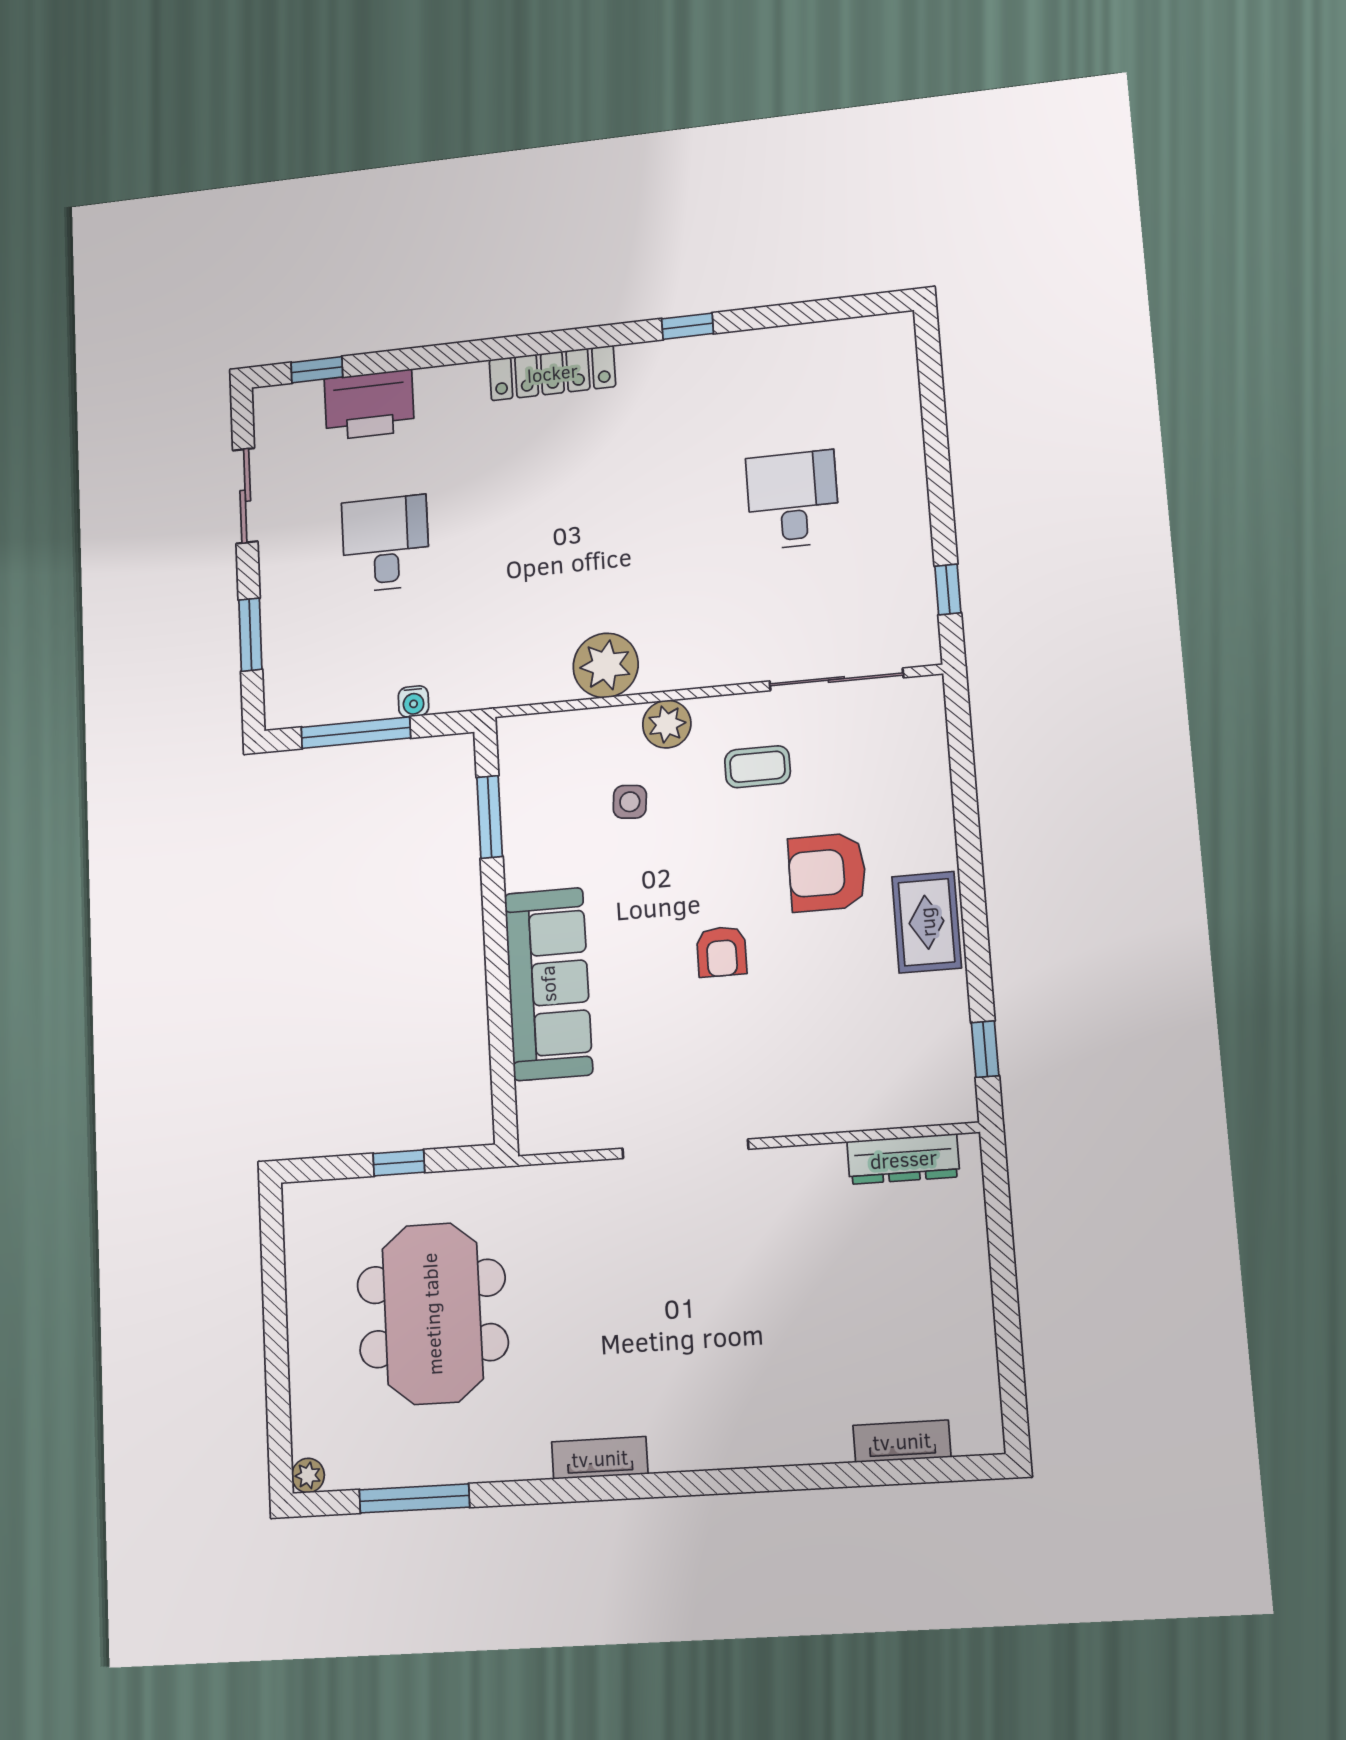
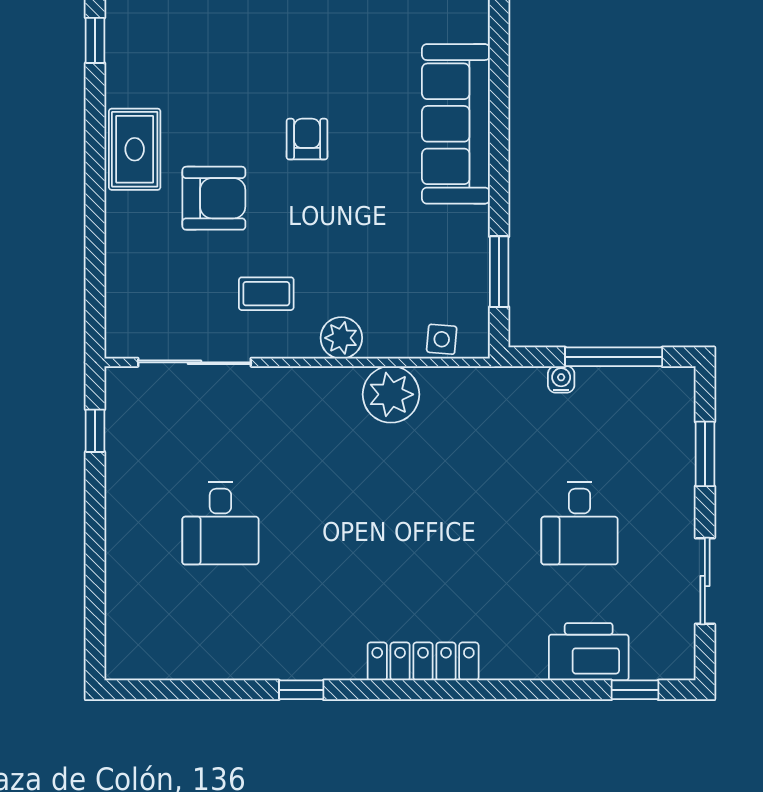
side table: (630, 802) -> (442, 339), moved

